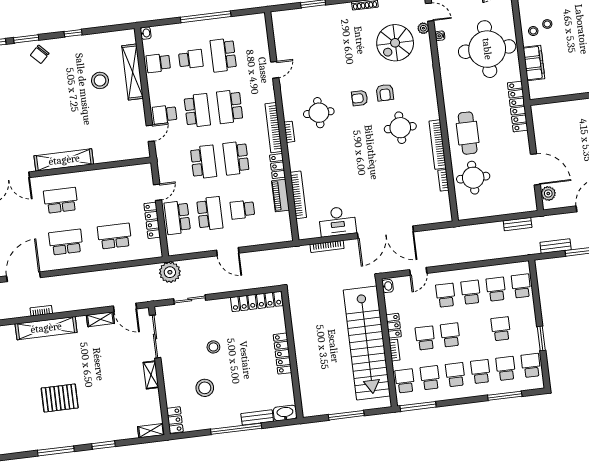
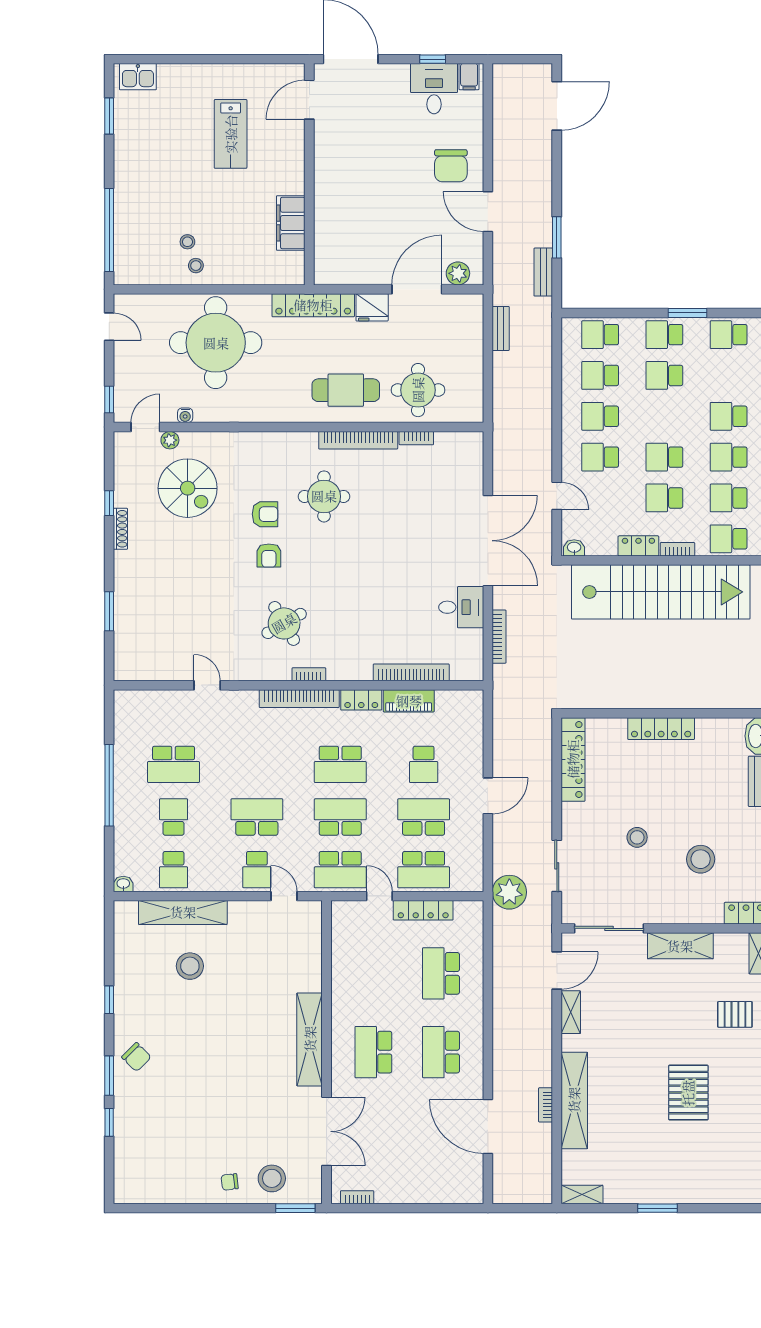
filing cabinet: (534, 63) -> (291, 223), moved, turned -90
school desk: (230, 107) -> (340, 870), moved
round table: (319, 113) -> (284, 623), turned -30
fridge: (521, 143) -> (372, 307), added
desk: (337, 221) -> (461, 607), width x0.73
school desk: (506, 368) -> (664, 335), moved
shelving: (151, 375) -> (680, 946), width x1.50, depth x1.33
pallet: (111, 421) -> (735, 1014), added

